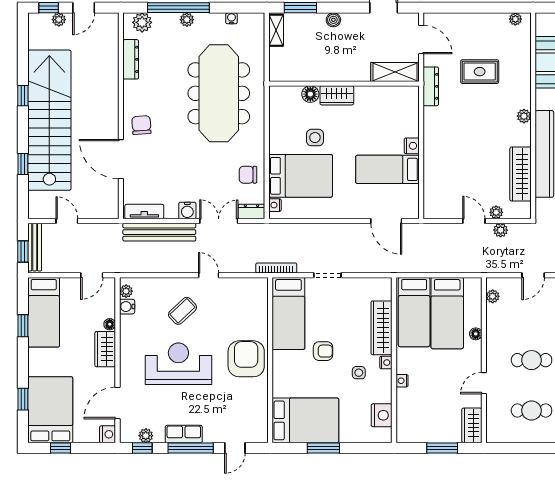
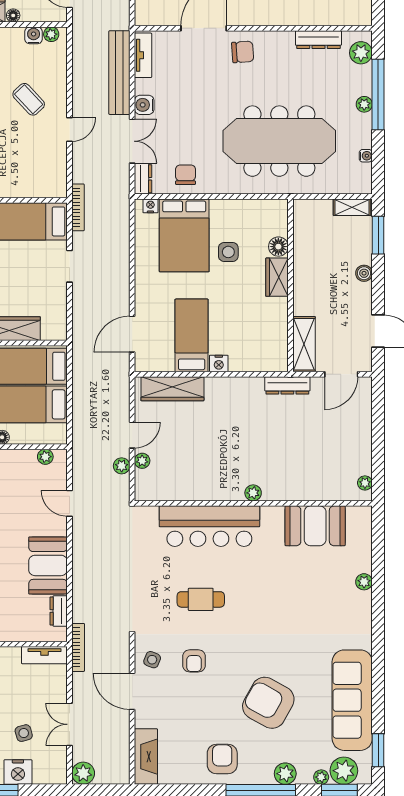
rug: (480, 72) -> (304, 442), removed
wardrobe: (521, 174) -> (172, 389), moved, turned 180

